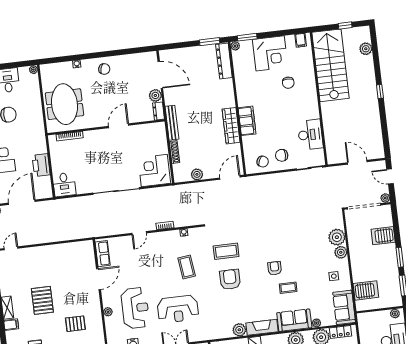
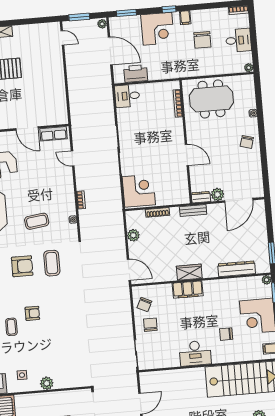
dresser: (224, 61) -> (237, 269), moved
bench: (172, 123) -> (193, 210), width x0.73
wardrobe: (231, 126) -> (189, 272), width x0.67
desk: (310, 135) -> (195, 353), moved
printer: (41, 165) -> (136, 74), moved
door: (139, 233) -> (73, 158), moved
plant: (337, 237) -> (63, 380), removed

